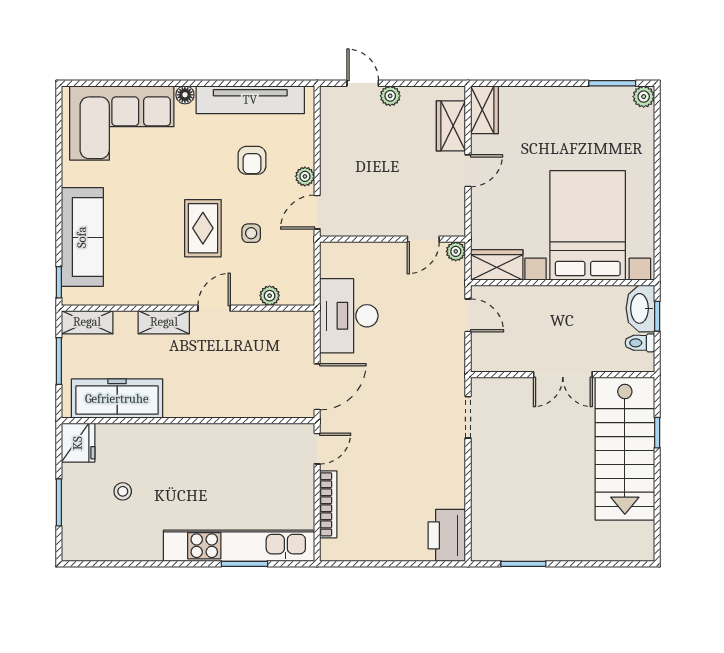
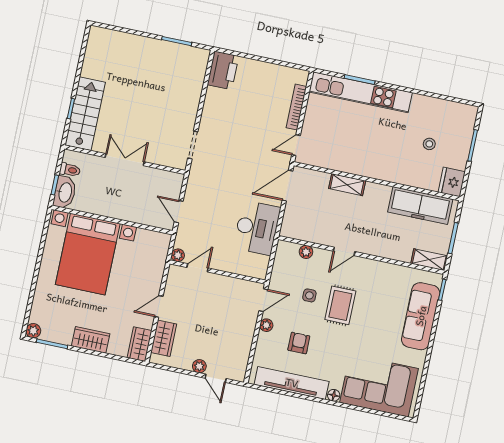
wardrobe: (497, 265) -> (91, 340), moved, turned 180
shelving: (164, 322) -> (347, 185), moved
stairs: (625, 449) -> (85, 114), width x0.73, depth x0.66

